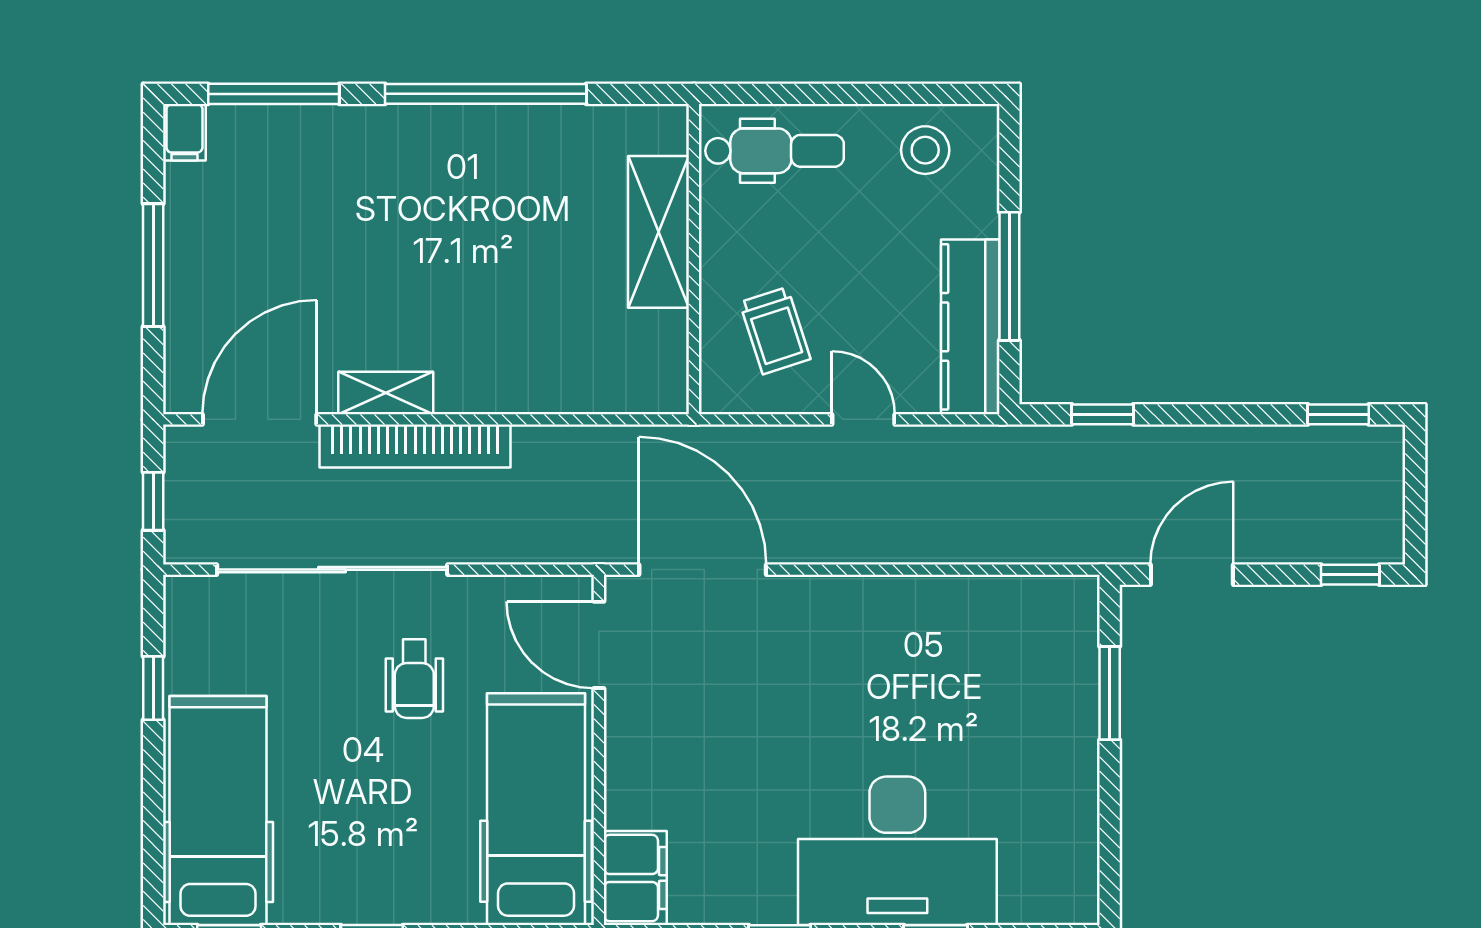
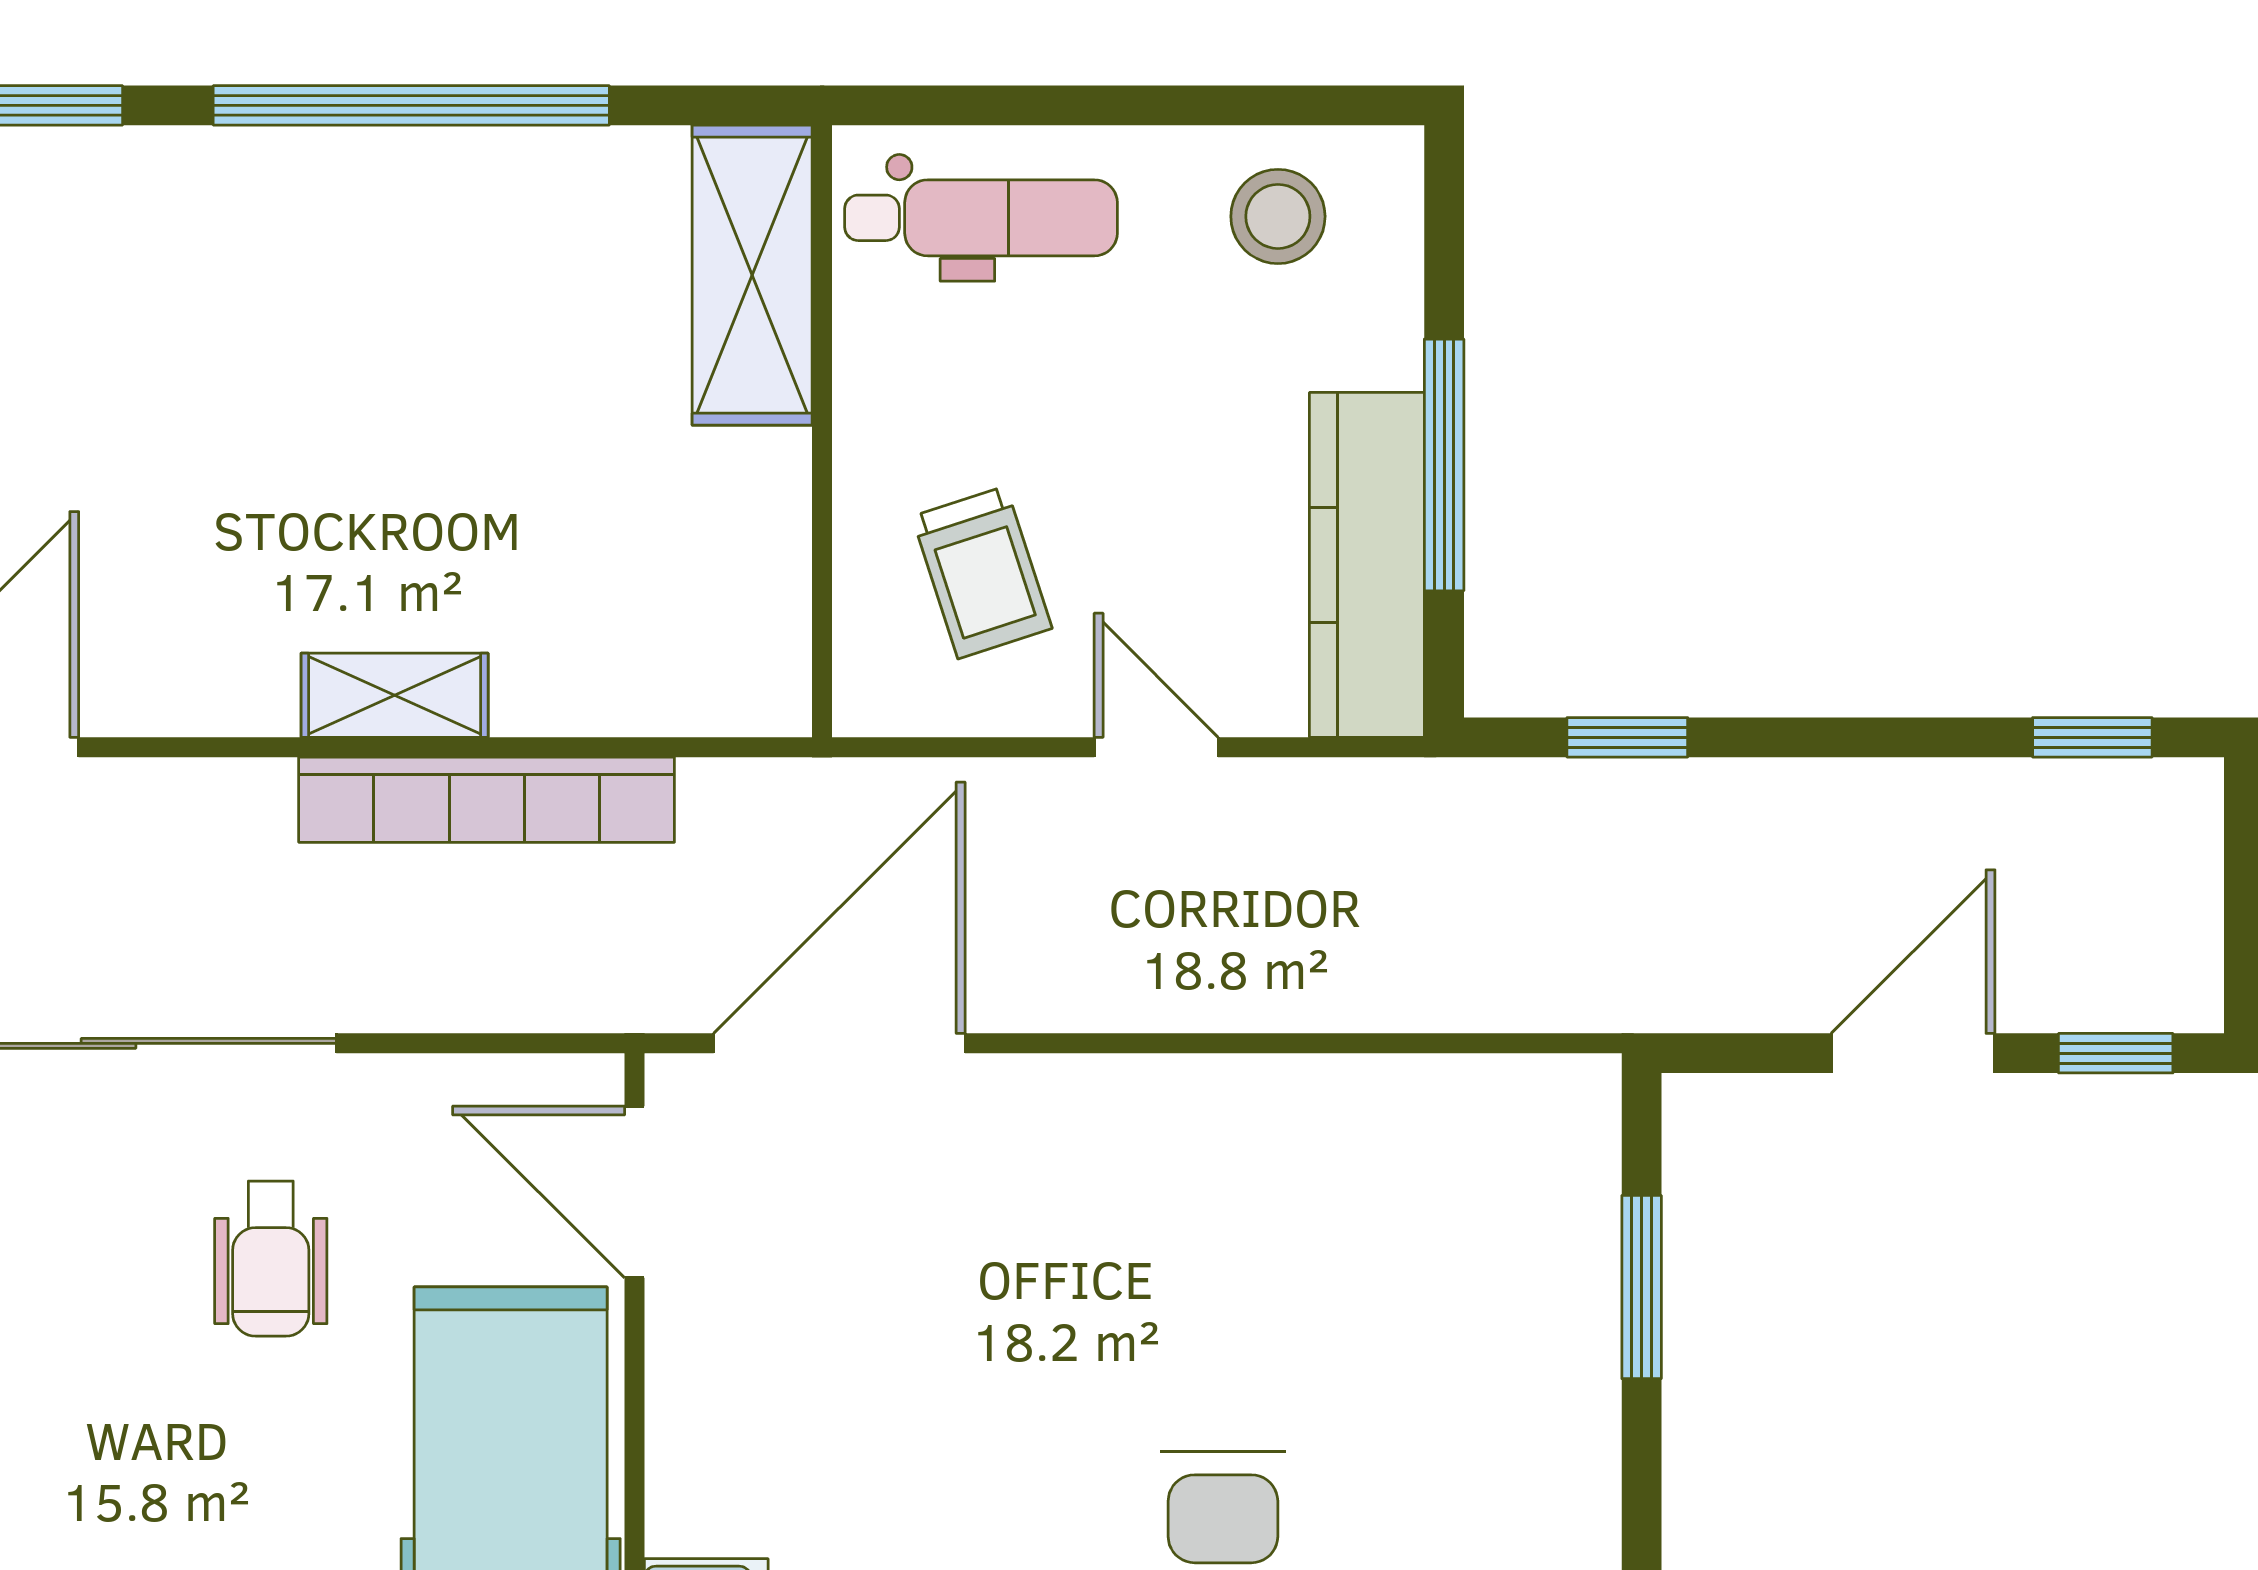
shelving: (659, 232) -> (752, 275), moved
shelving: (386, 393) -> (395, 695), moved
bookcase: (415, 446) -> (487, 800), moved
door: (703, 570) -> (839, 1043), hinge flipped
door: (1192, 575) -> (1913, 1053), moved

